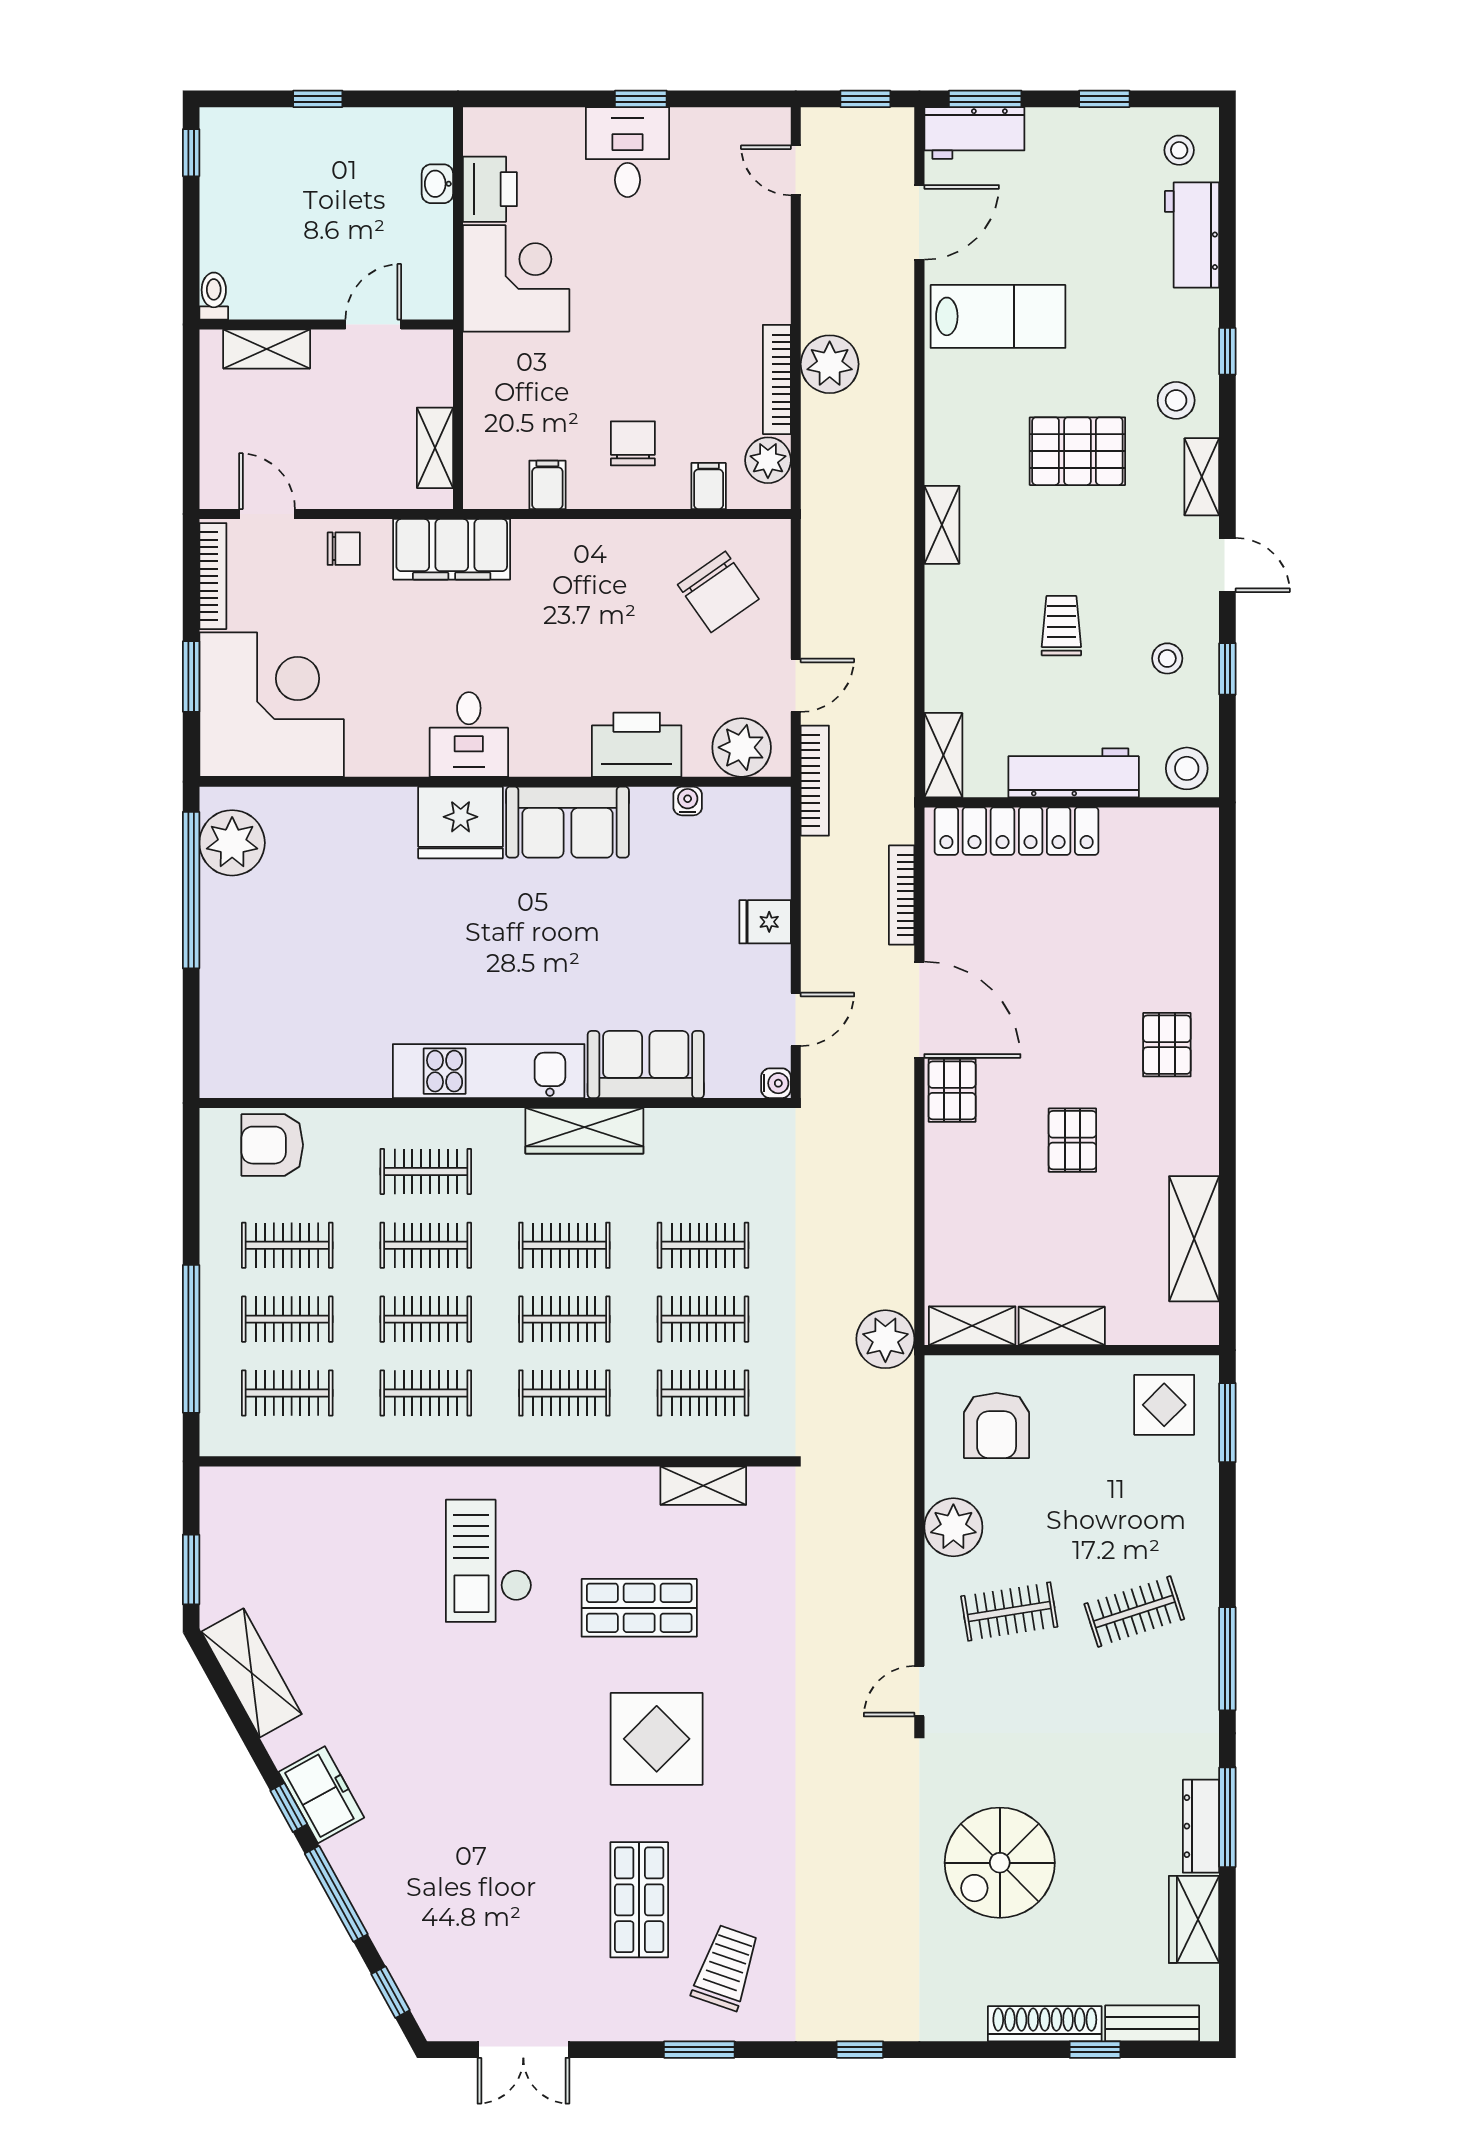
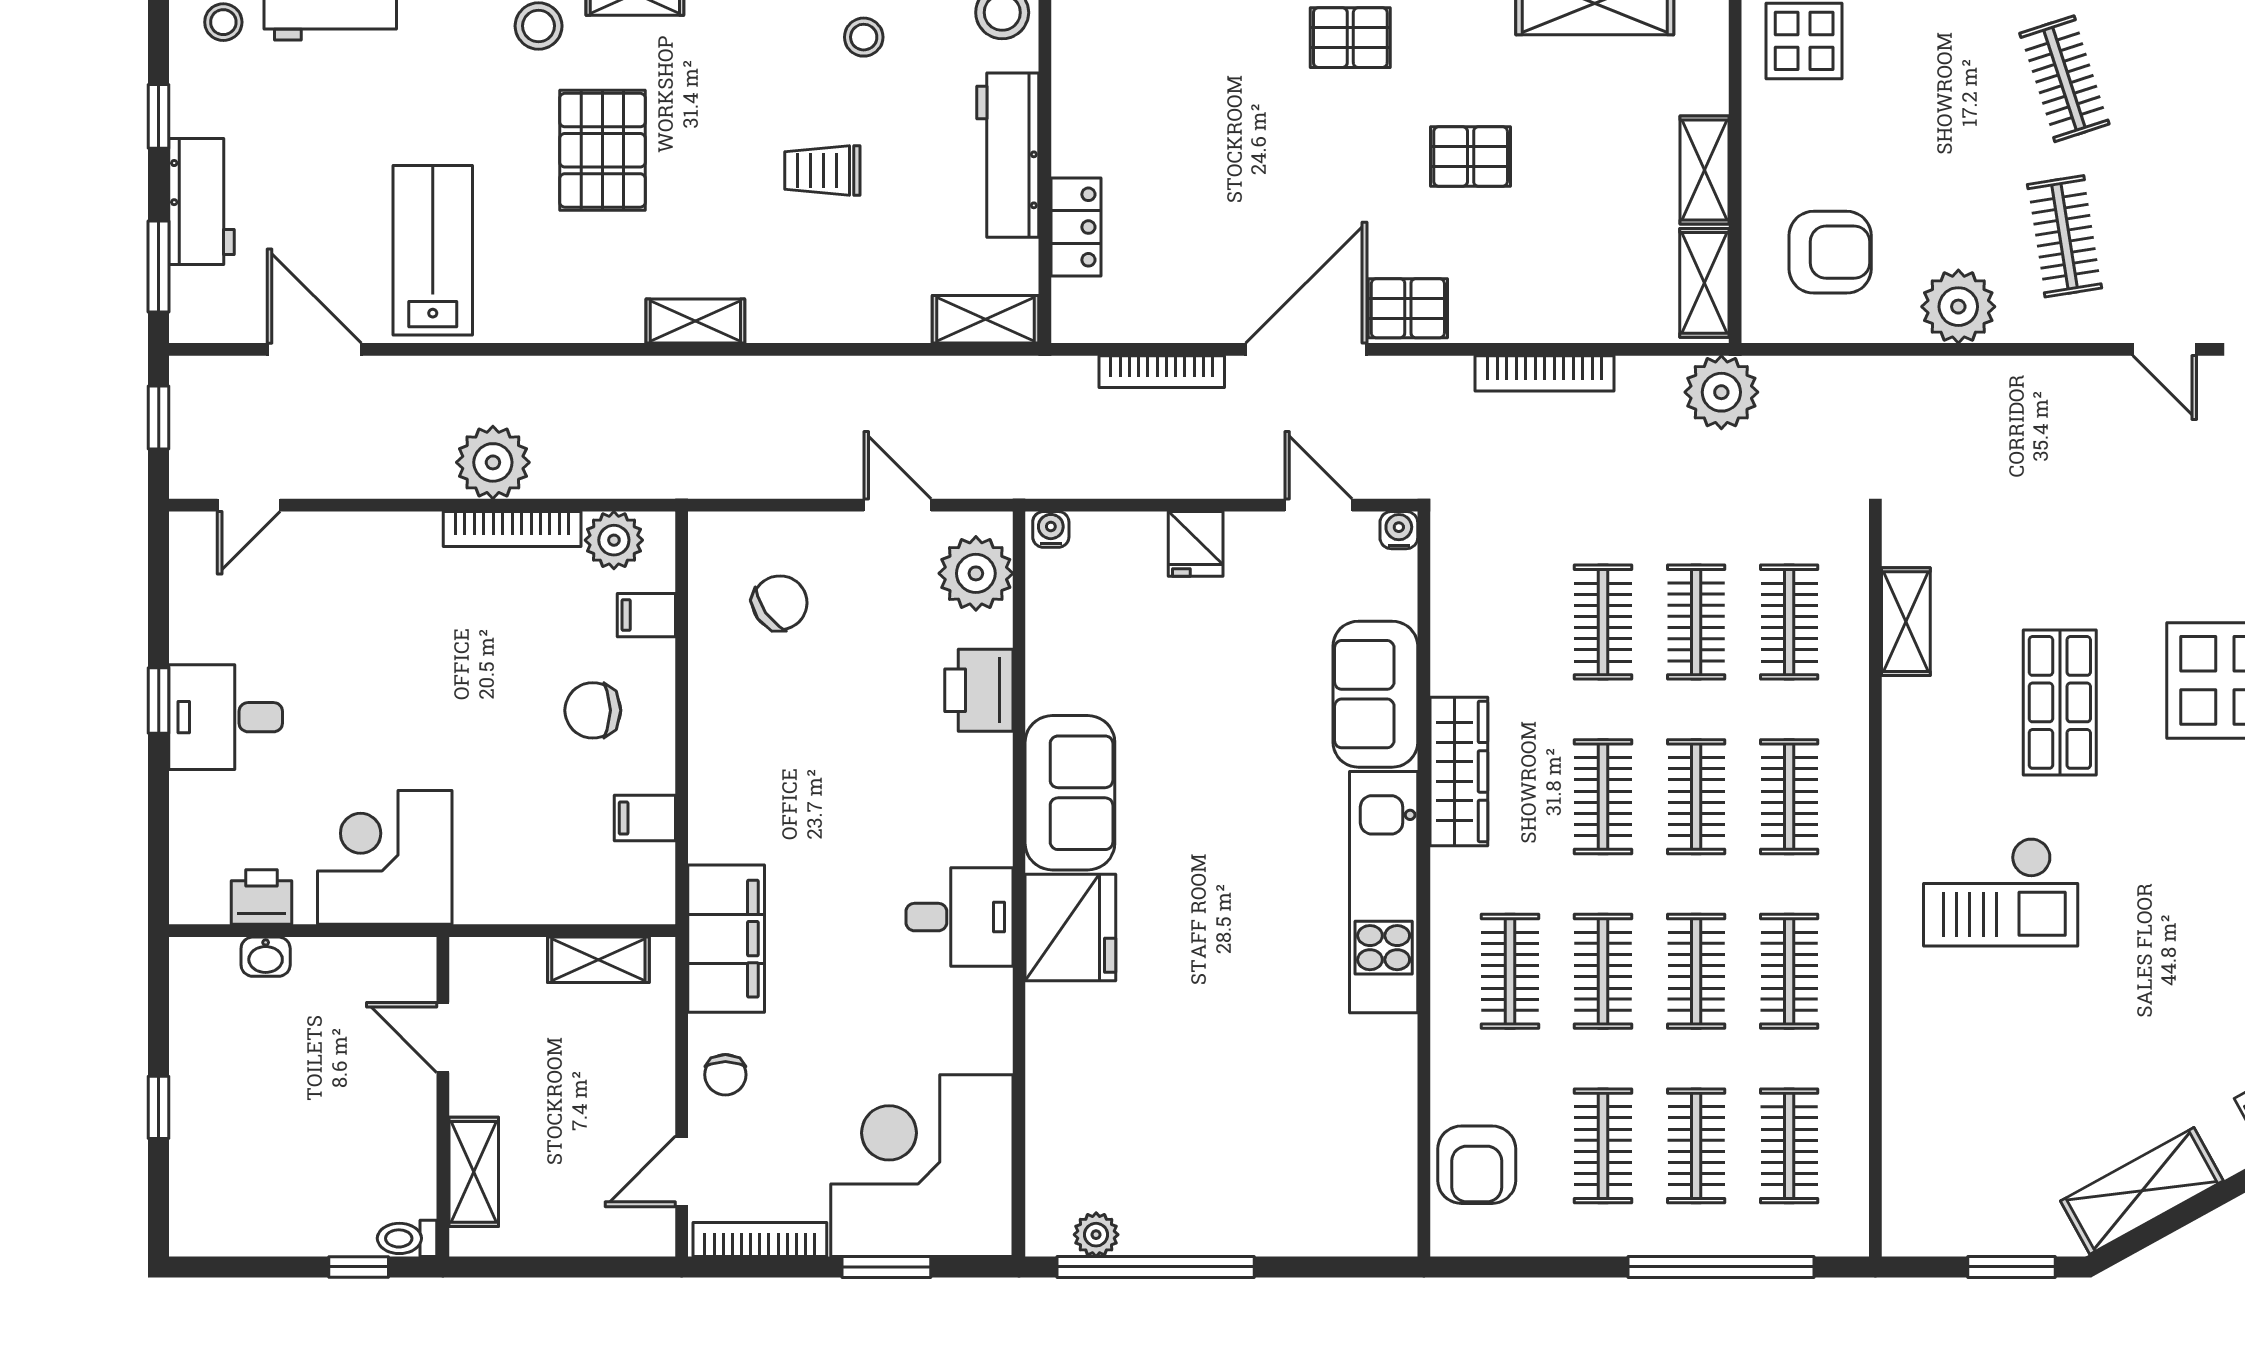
workbench: (974, 133) -> (202, 202), moved
window: (191, 153) -> (359, 1267), moved
printer: (490, 189) -> (261, 897), width x0.73, depth x0.81
chair: (344, 549) -> (725, 1075), turned 180
chair: (718, 592) -> (780, 603), width x0.73, depth x0.73
printer: (637, 745) -> (979, 690), width x0.73, depth x0.84
bookcase: (815, 781) -> (1545, 373), moved, turned 180
water cooler: (688, 801) -> (1051, 529), moved, turned 90
locker: (1017, 831) -> (1076, 227), width x0.46, depth x0.83
plant: (232, 843) -> (1096, 1235), width x0.53, depth x0.53

